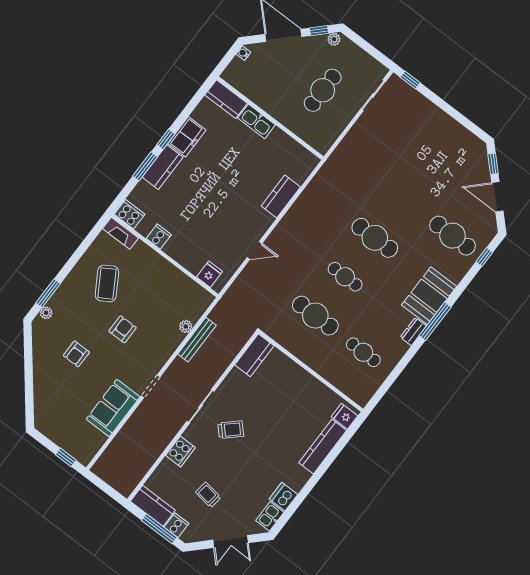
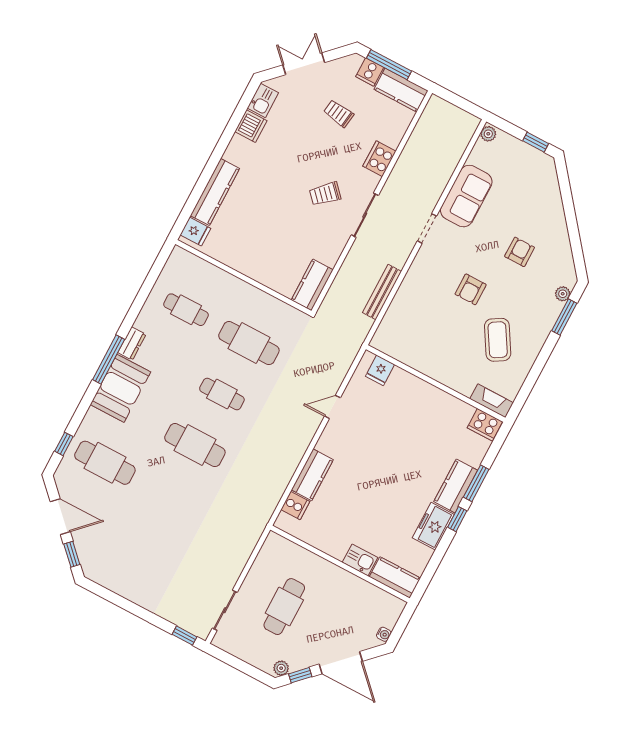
kitchen sink: (257, 121) -> (360, 560), width x0.73
cooker: (159, 237) -> (295, 506), moved, turned -90
plant: (186, 327) -> (488, 134), moved
window: (66, 457) -> (536, 142), moved
trolley: (208, 495) -> (339, 113), turned 180

